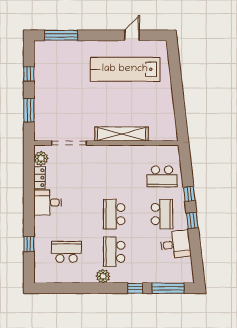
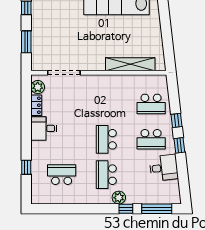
shelving: (122, 134) -> (130, 64), moved
school desk: (162, 214) -> (151, 139), turned 90
plant: (103, 276) -> (119, 198), moved

